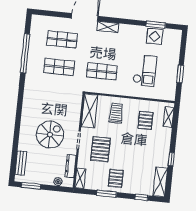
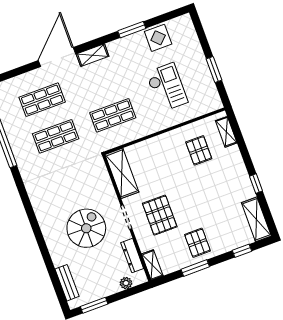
window: (156, 25) -> (132, 30), moved
trolley: (116, 113) -> (157, 159), removed

